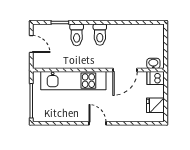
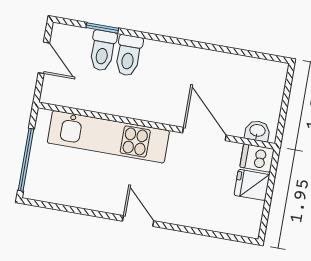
toilet: (100, 35) -> (103, 51), moved
door: (125, 70) -> (204, 134), swing flipped
fridge: (155, 105) -> (252, 185), moved

